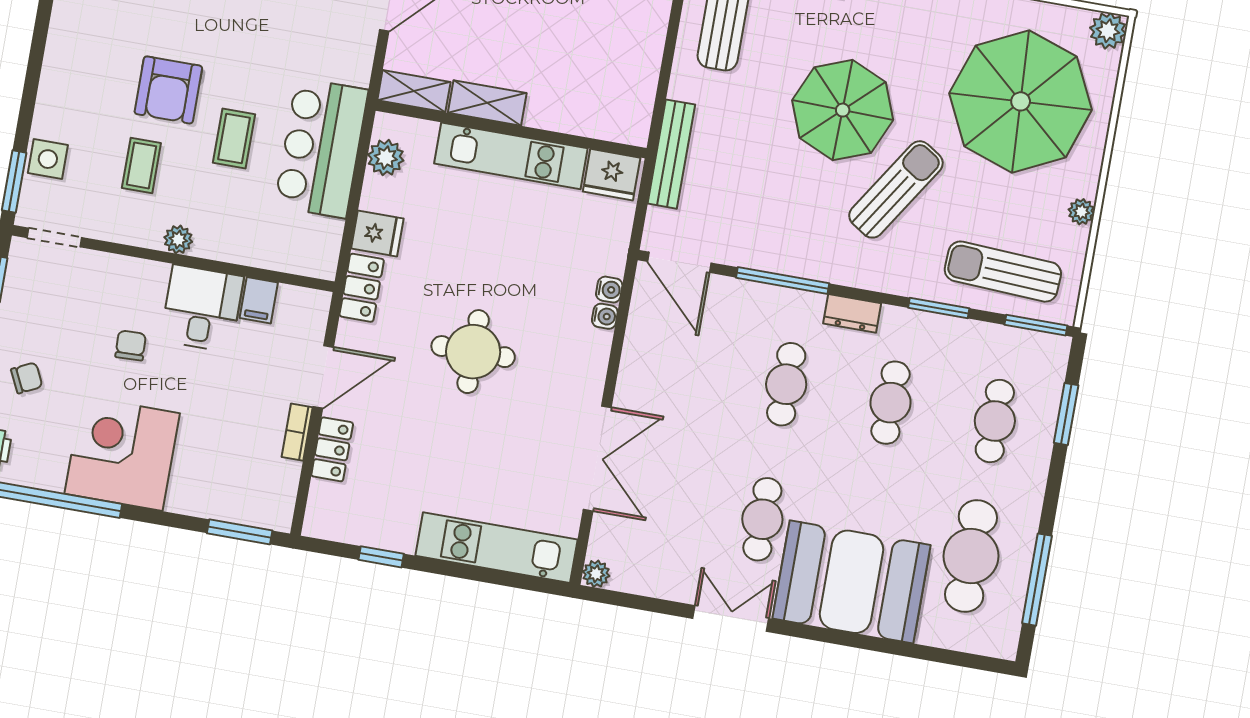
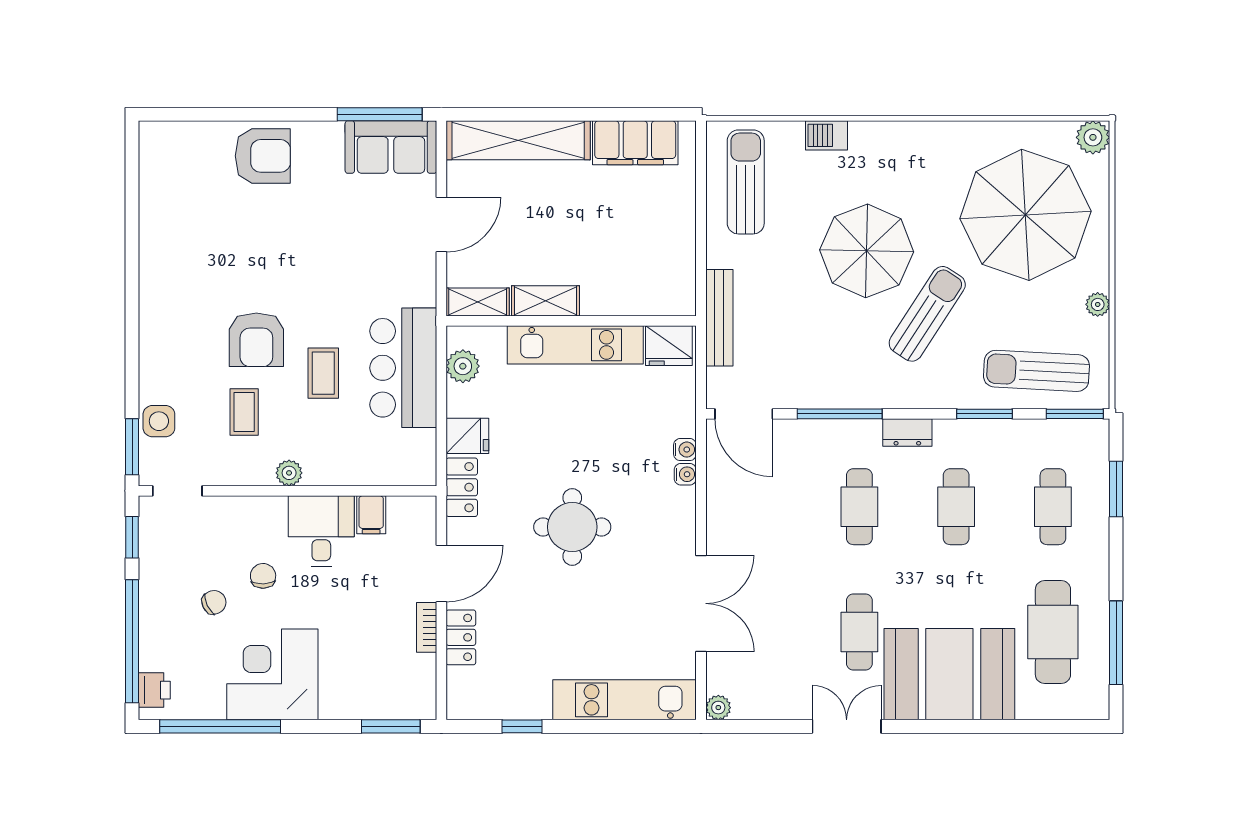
chair: (27, 378) -> (214, 602), moved

